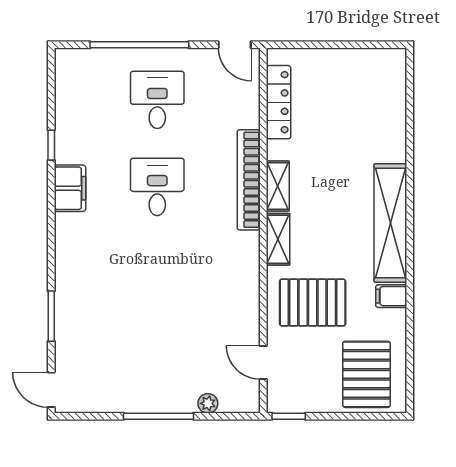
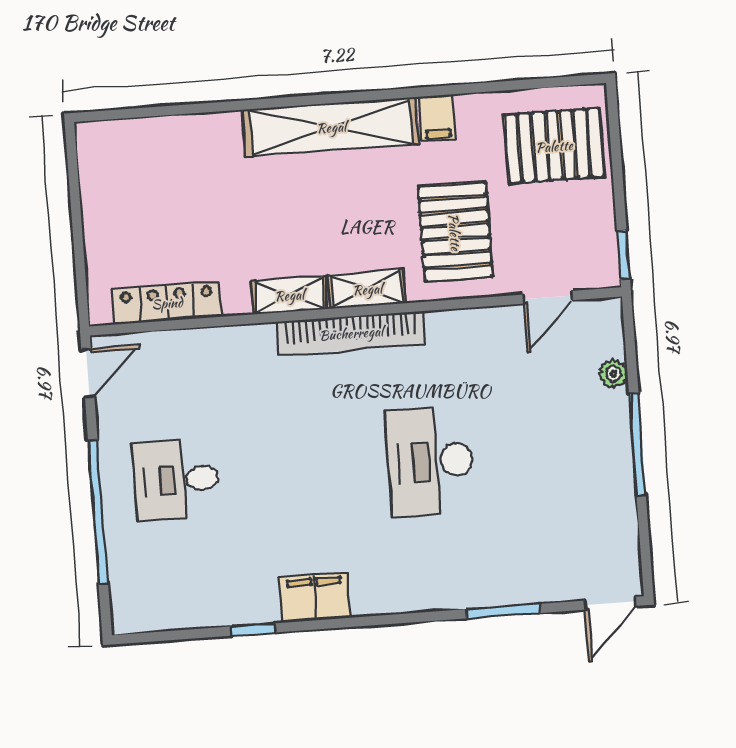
bookcase: (249, 180) -> (351, 333), moved
desk: (157, 187) -> (430, 461), moved, width x1.37

